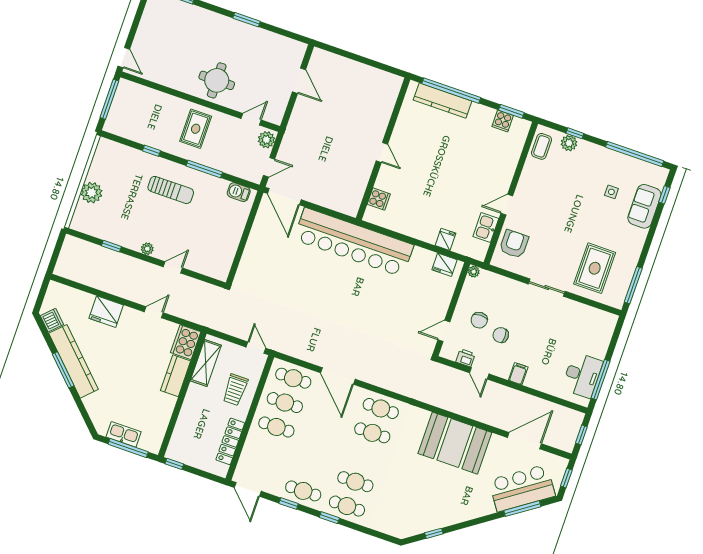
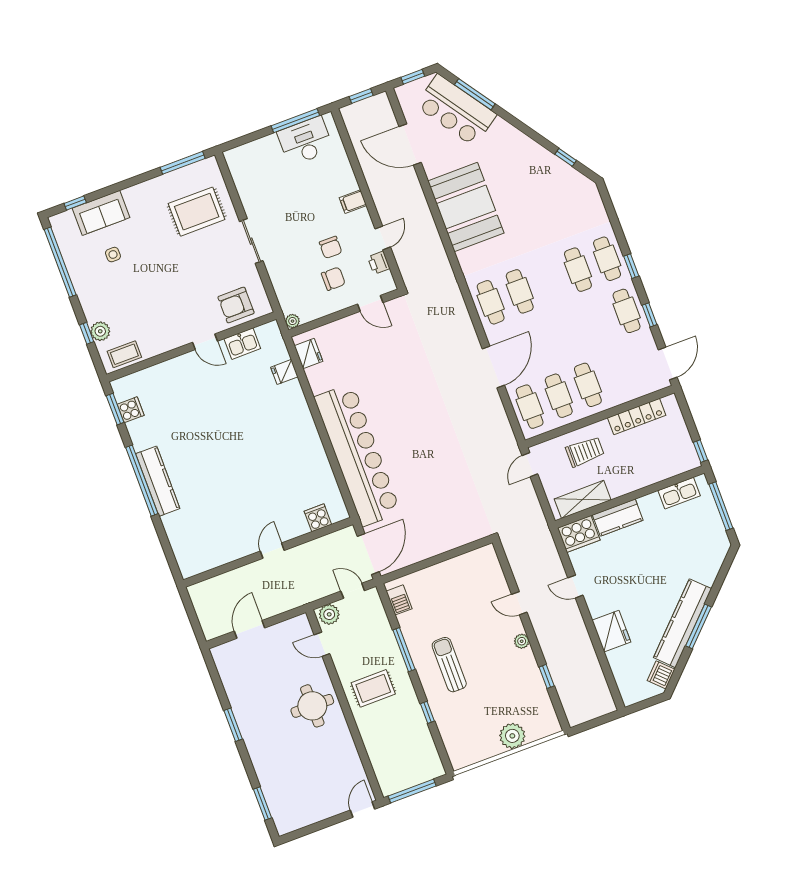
wall: (383, 149) -> (268, 552), moved
door: (382, 152) -> (272, 551), moved
cooker: (379, 199) -> (318, 518), moved
kitchen sink: (124, 434) -> (679, 493), moved, turned -90

